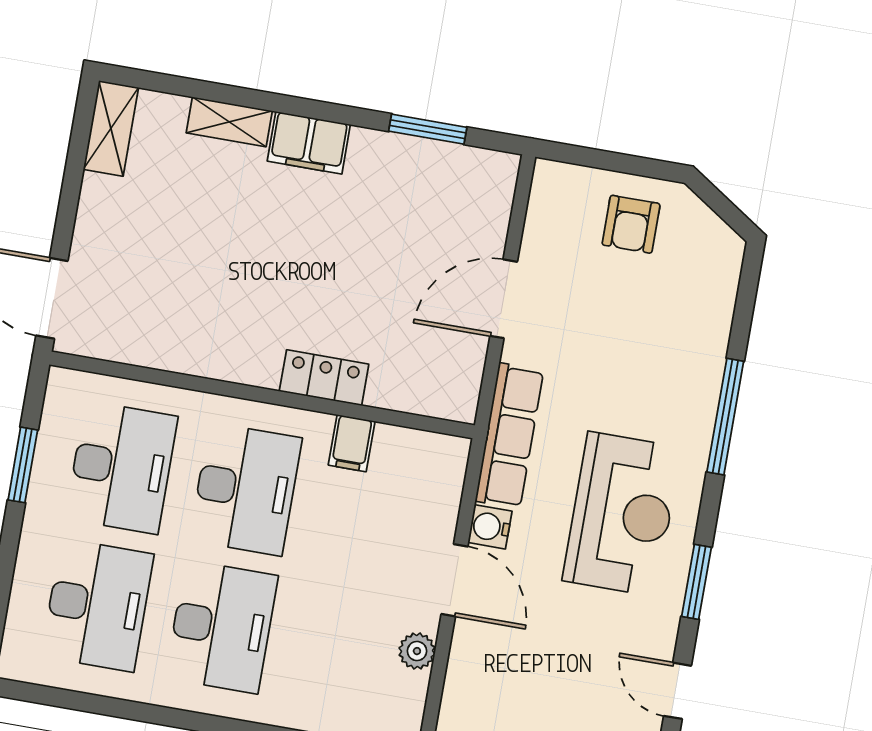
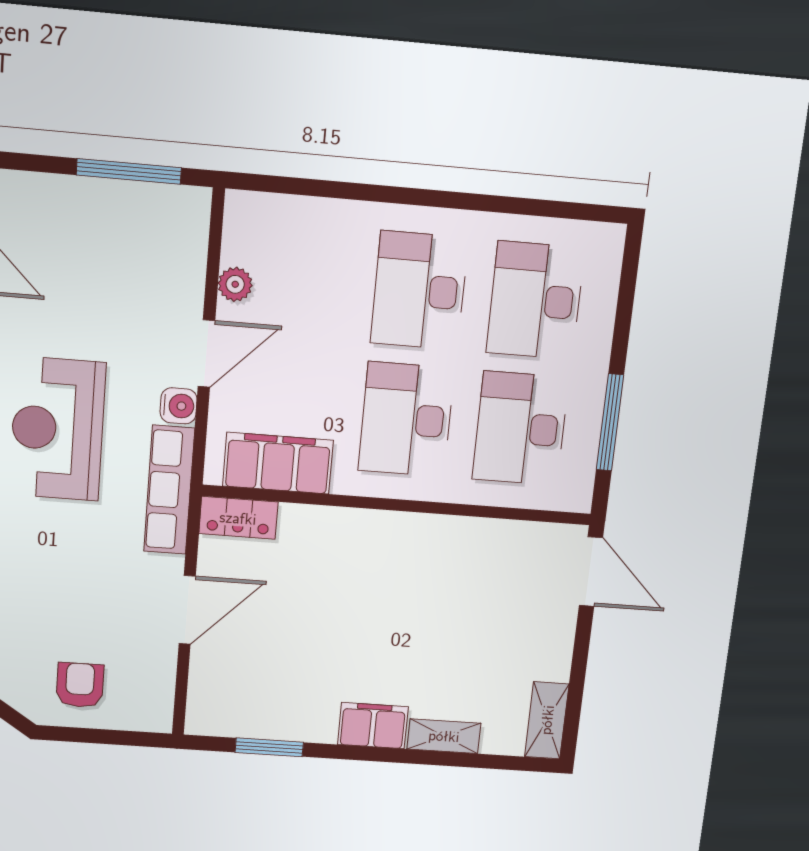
locker: (324, 378) -> (238, 518), moved
filing cabinet: (352, 443) -> (278, 463), width x3.00, depth x1.17
window: (23, 465) -> (610, 422), width x1.44
door: (455, 580) -> (206, 354), swing flipped

